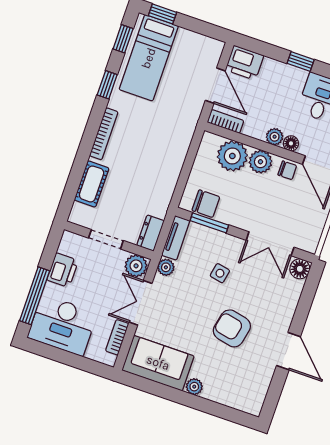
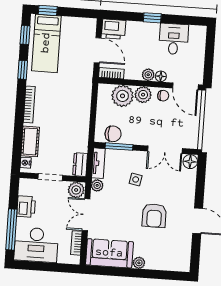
nightstand: (78, 211) -> (26, 163), added
armchair: (232, 328) -> (154, 215), turned -102

